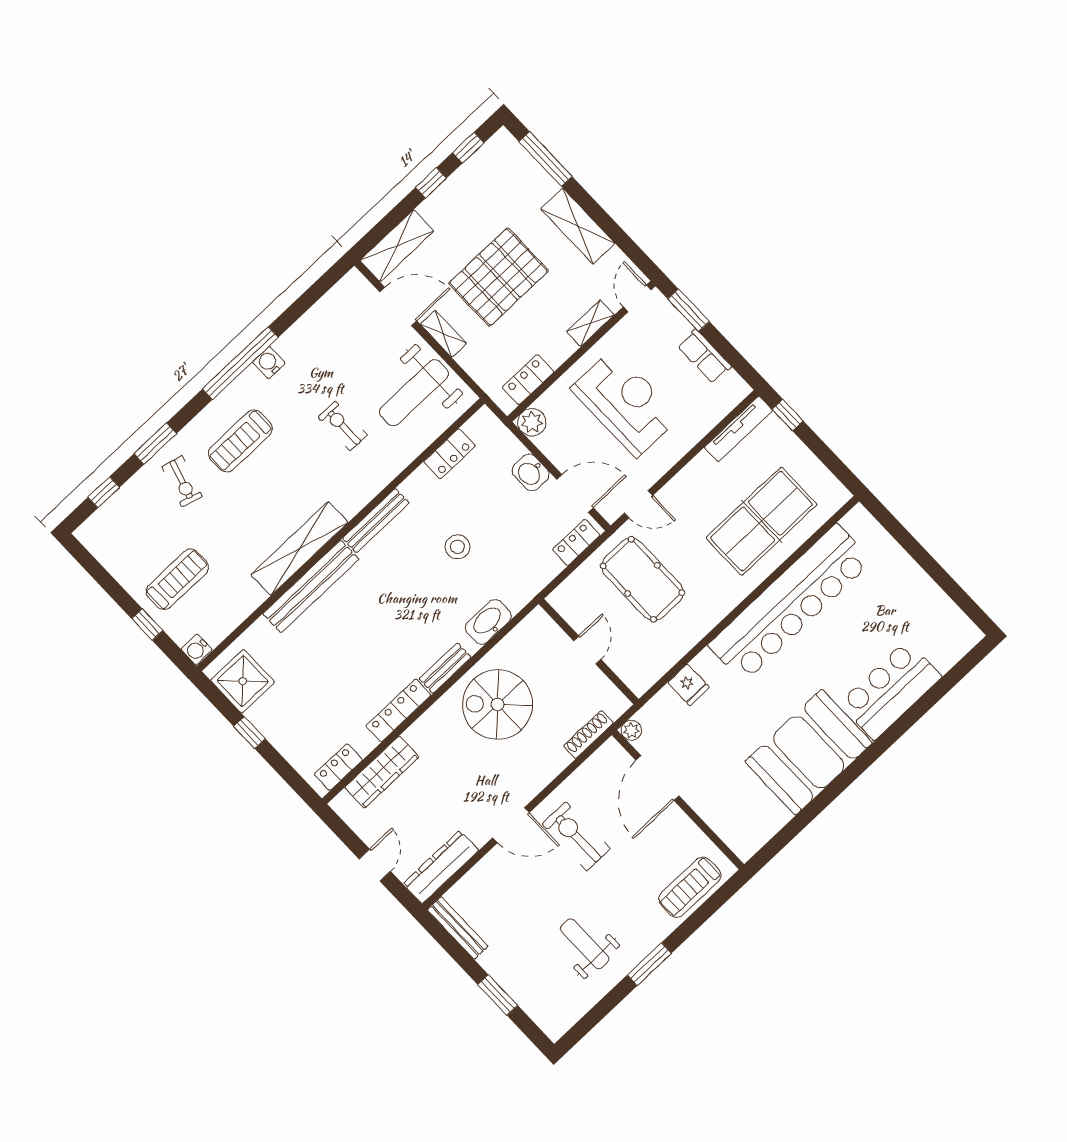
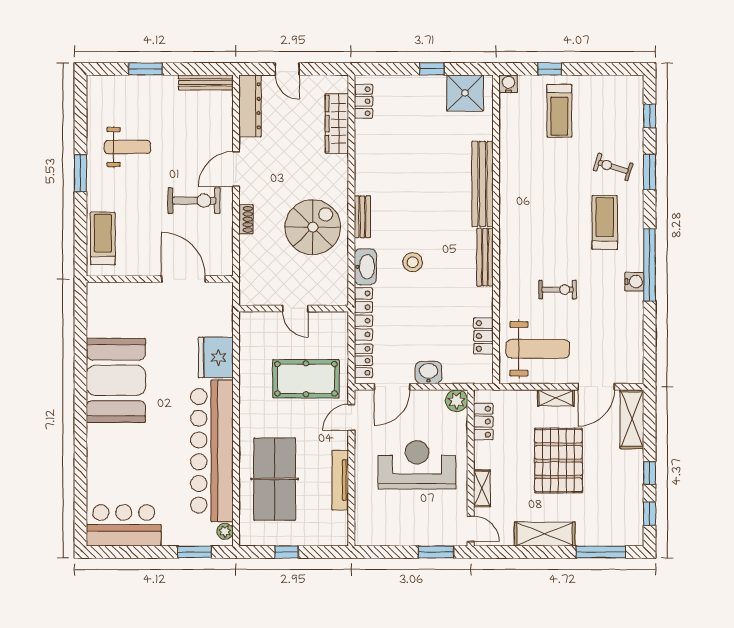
row of seats: (704, 356) -> (401, 536), removed
weight bench: (414, 393) -> (538, 349), turned 90
reception desk: (625, 403) -> (417, 465), turned 180
window: (788, 415) -> (287, 552), moved
tv unit: (739, 429) -> (340, 480), moved
window: (898, 531) -> (195, 552), added
stool: (457, 547) -> (413, 262), moved
shelving: (299, 549) -> (511, 198), removed
fridge: (688, 685) -> (216, 357), width x1.88, depth x1.34
bar counter: (890, 690) -> (124, 525), moved, turned -90
locker: (398, 710) -> (363, 314), moved
plant: (631, 730) -> (225, 531), moved
shoe rack: (589, 734) -> (246, 219), moved, width x0.70

